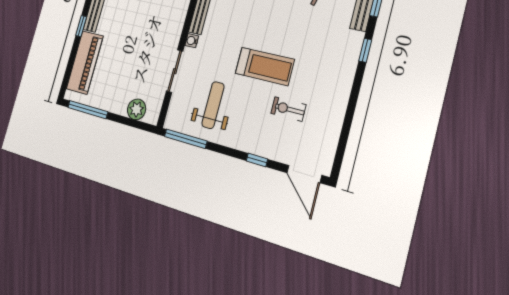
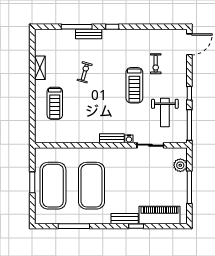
treadmill: (265, 66) -> (134, 85), turned 180
weight bench: (213, 105) -> (165, 112), turned -90
window: (88, 110) -> (189, 187), moved
window: (257, 160) -> (189, 93), moved

